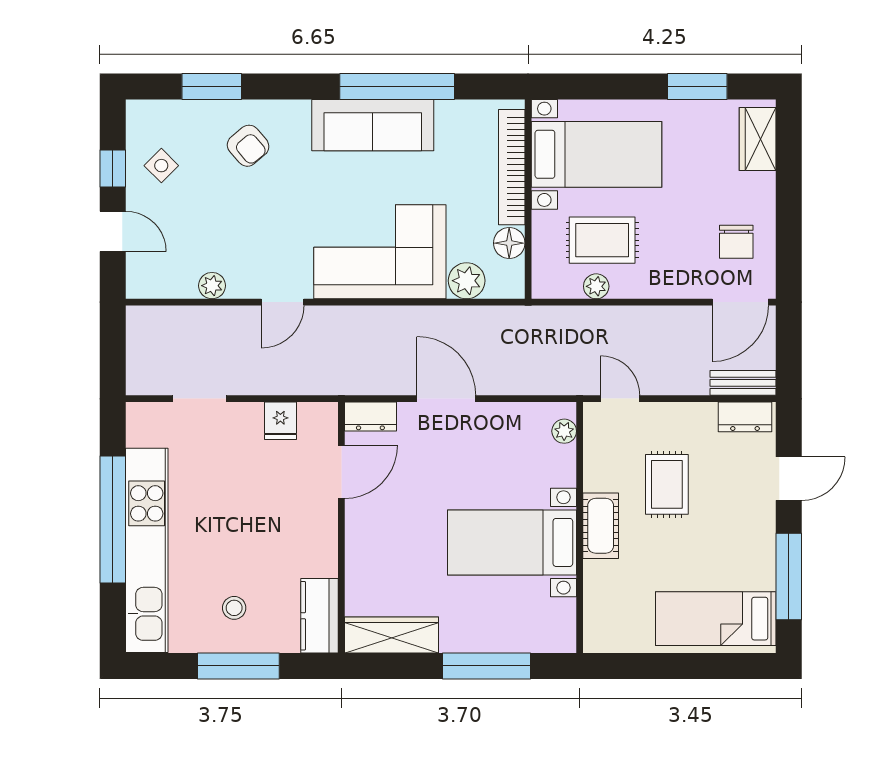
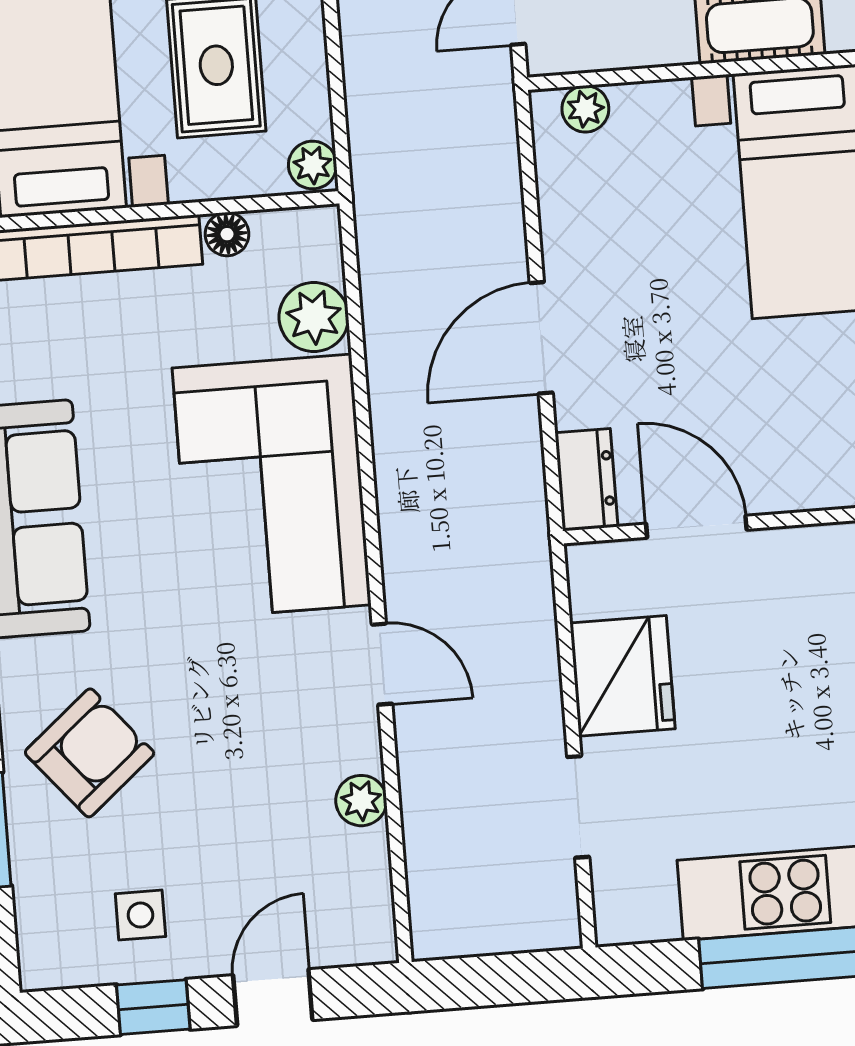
armchair: (248, 146) -> (90, 753), width x1.38, depth x1.38
side table: (161, 166) -> (140, 915), turned 45
floor lamp: (509, 243) -> (227, 234), width x0.73, depth x0.73
plant: (596, 286) -> (313, 165), moved
fridge: (280, 421) -> (622, 676), width x1.88, depth x1.34

